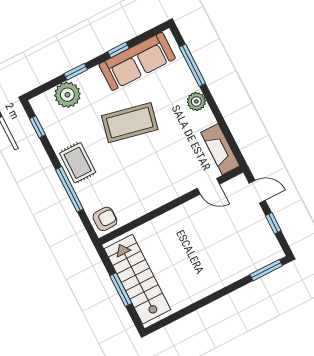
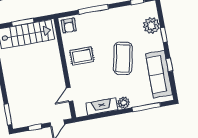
fireplace: (220, 149) -> (102, 106), moved
rug: (78, 163) -> (82, 56), moved

